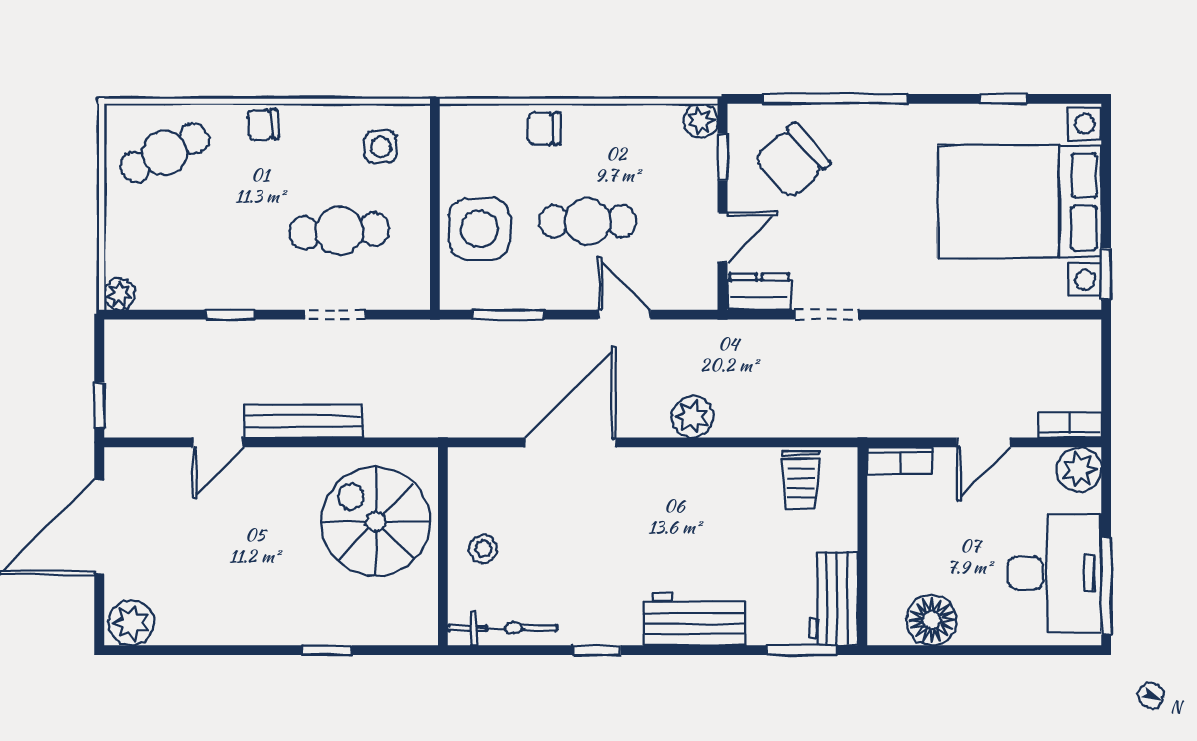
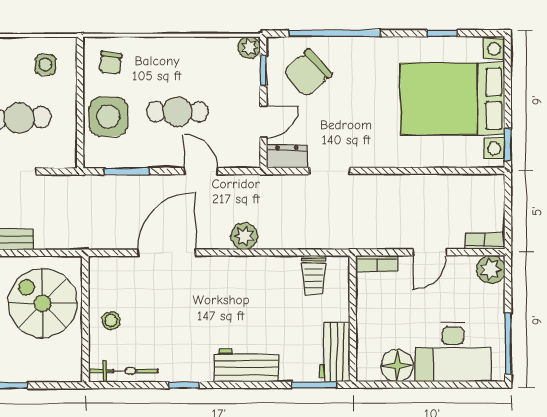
chair: (544, 128) -> (110, 63), moved, turned -81
desk: (1055, 573) -> (453, 352), moved, turned 90

